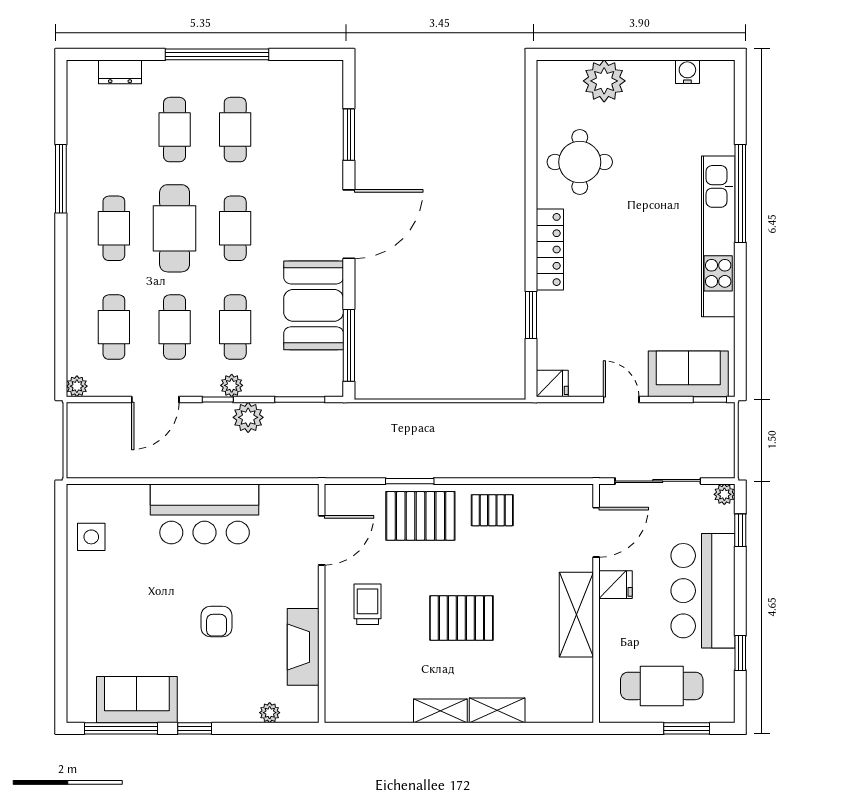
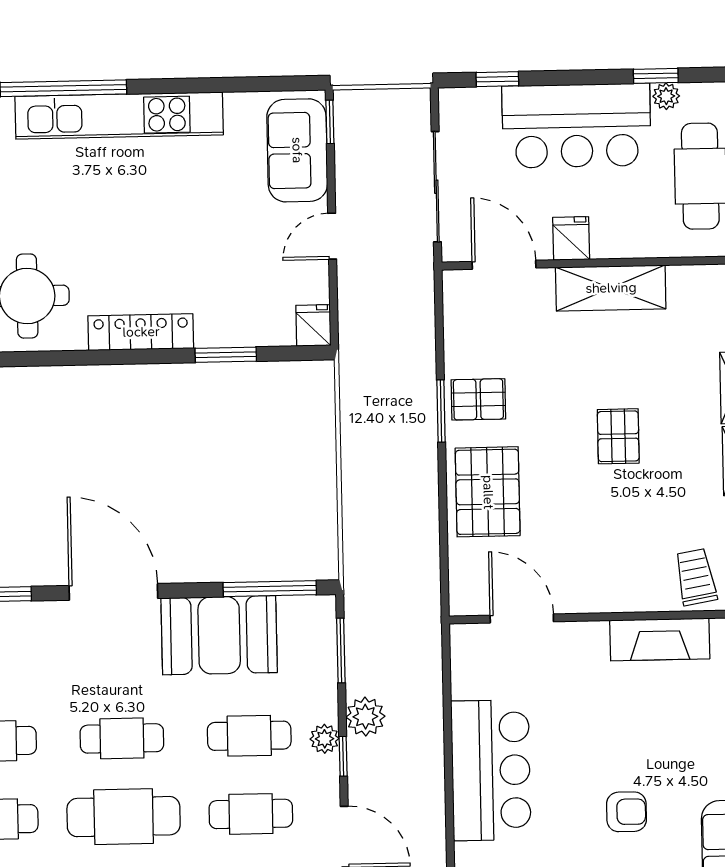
window: (410, 481) -> (441, 411), moved
plant: (724, 494) -> (666, 96), moved
pallet: (492, 510) -> (478, 399), turned 90
trolley: (368, 604) -> (696, 577), moved, turned 80
pallet: (461, 618) -> (618, 436), width x0.67, depth x0.71
armchair: (217, 622) -> (626, 812), moved

